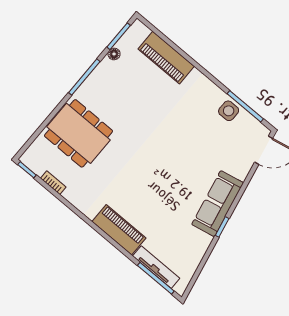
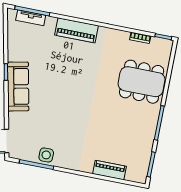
floor lamp: (114, 54) -> (147, 150), removed
piano: (166, 58) -> (109, 170), width x0.73, depth x0.75
tv unit: (156, 267) -> (31, 18), width x0.71

